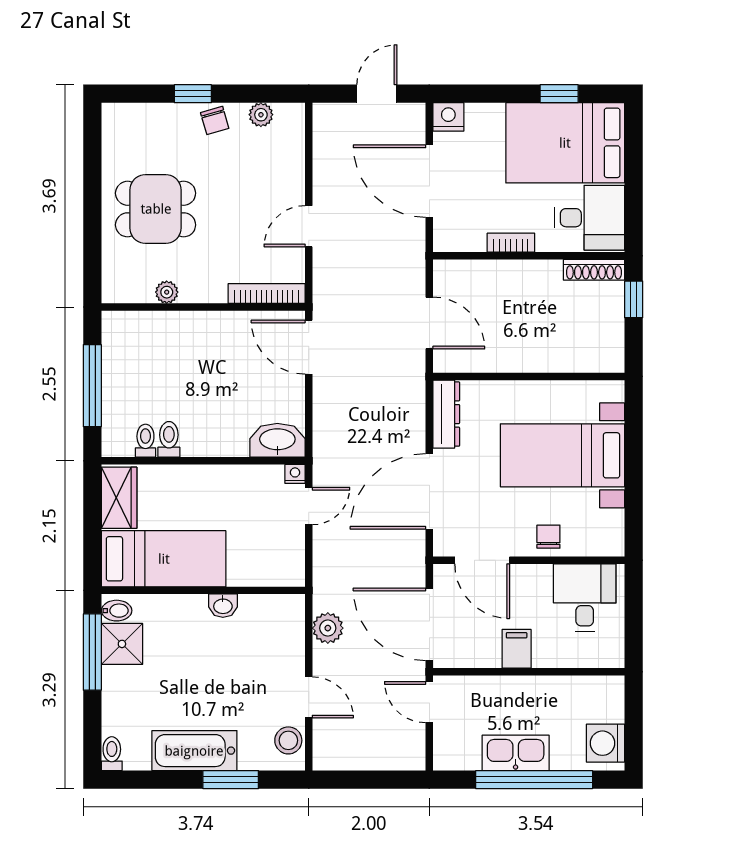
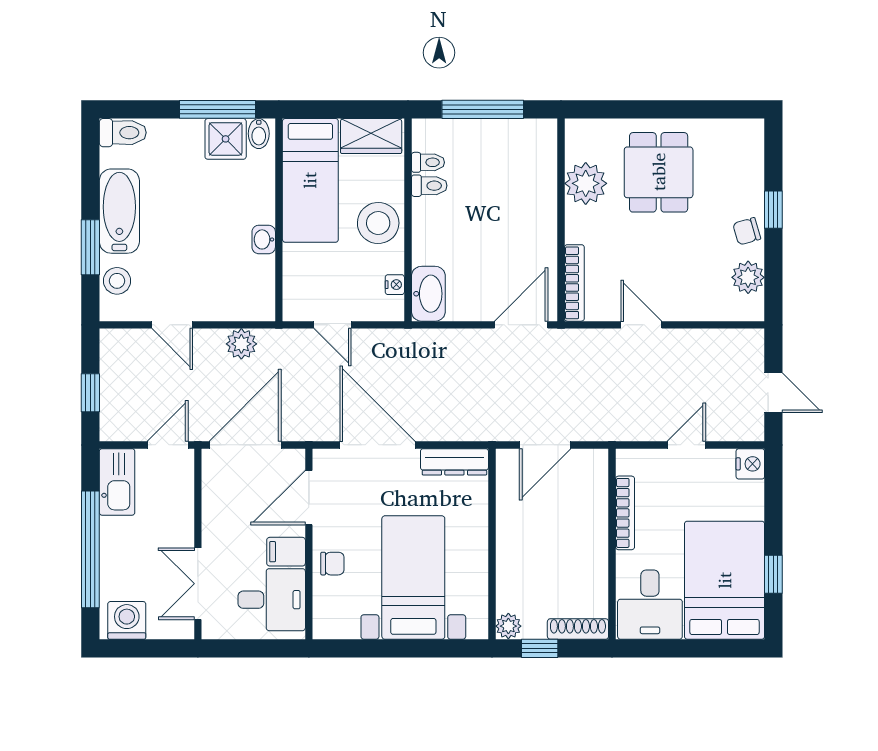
plant: (261, 115) -> (748, 277), width x1.38, depth x1.38
door: (429, 181) -> (686, 445), width x0.53
bookcase: (511, 243) -> (625, 513), width x1.56
shoe rack: (594, 270) -> (578, 629), moved, turned 90
plant: (167, 292) -> (586, 183), width x1.88, depth x1.88
window: (634, 299) -> (540, 648), moved
plant: (611, 360) -> (508, 626), added
nightstand: (295, 474) -> (395, 285), moved
stool: (206, 491) -> (378, 223), added
door: (309, 506) -> (332, 325), moved
filing cabinet: (517, 649) -> (286, 552), moved, turned 180
double door: (569, 672) -> (198, 584), added
door: (309, 697) -> (172, 325), hinge flipped
stool: (288, 740) -> (117, 281), moved
kitchen sink: (516, 753) -> (117, 482), moved
toilet: (112, 754) -> (123, 133), width x1.37, depth x1.39
window: (377, 780) -> (90, 393), added

